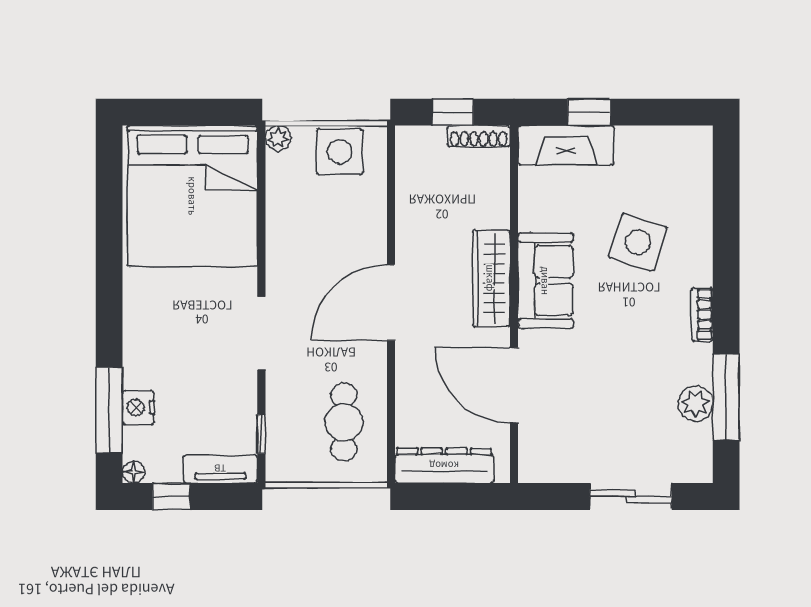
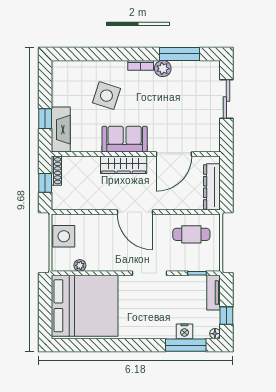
plant: (278, 138) -> (80, 265), moved
plant: (695, 404) -> (163, 69), moved

